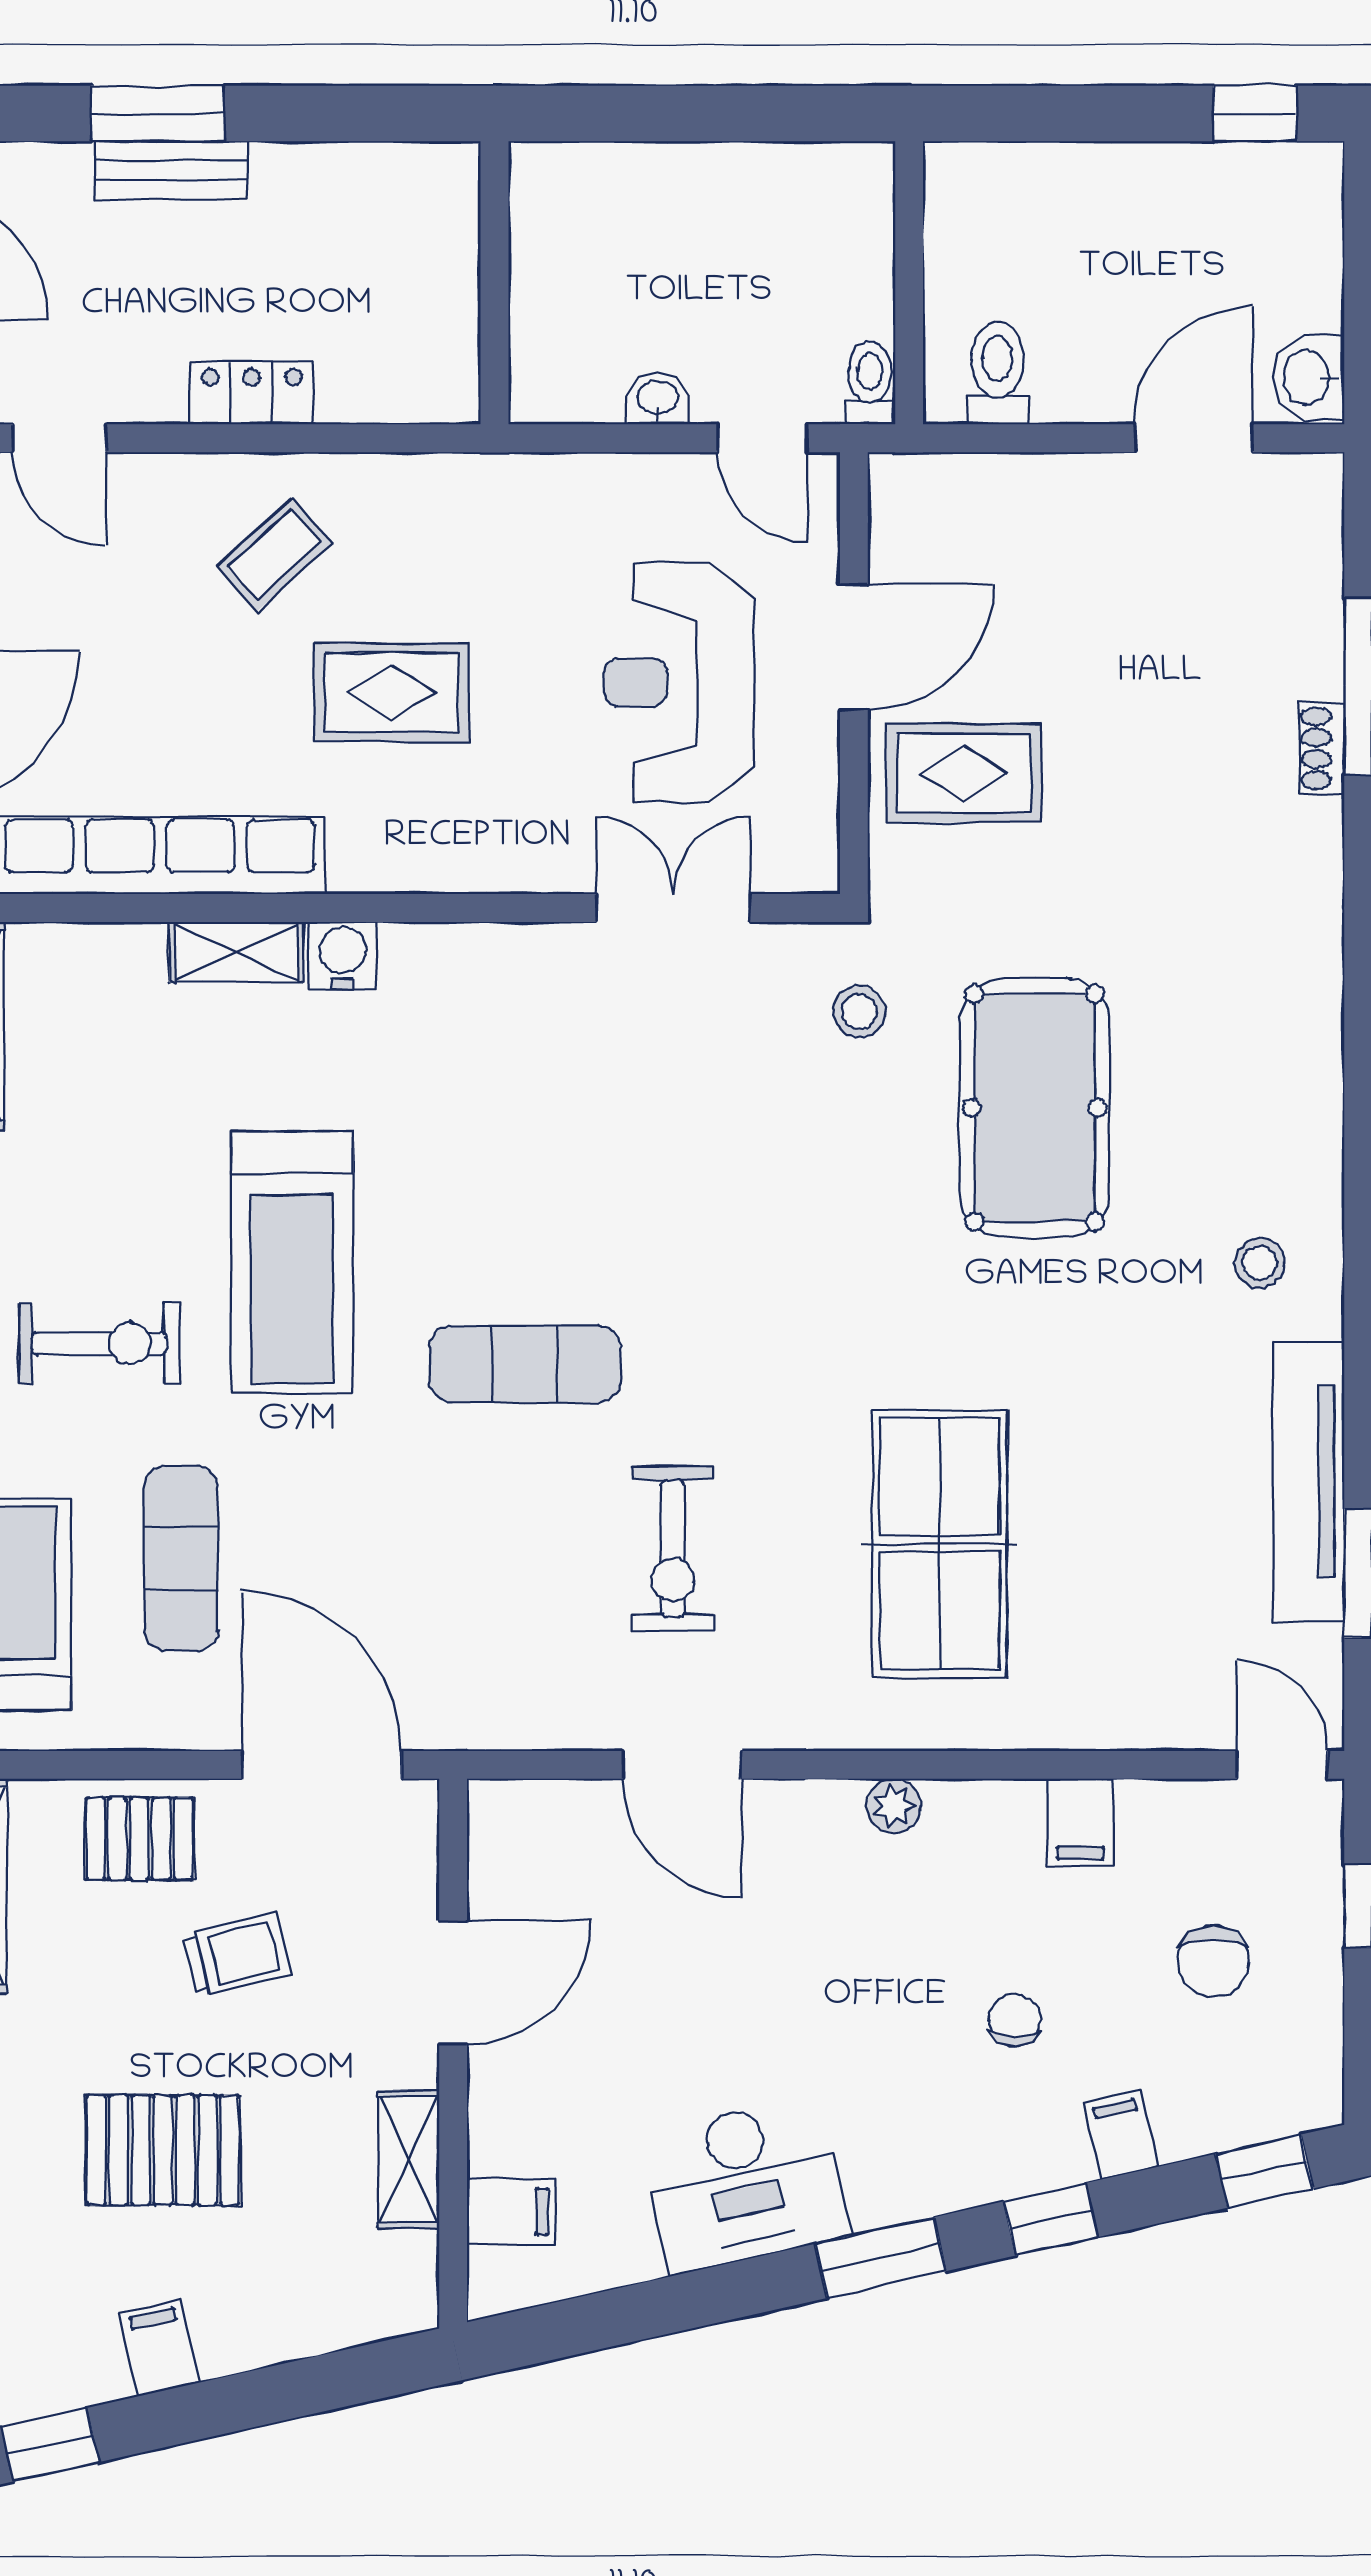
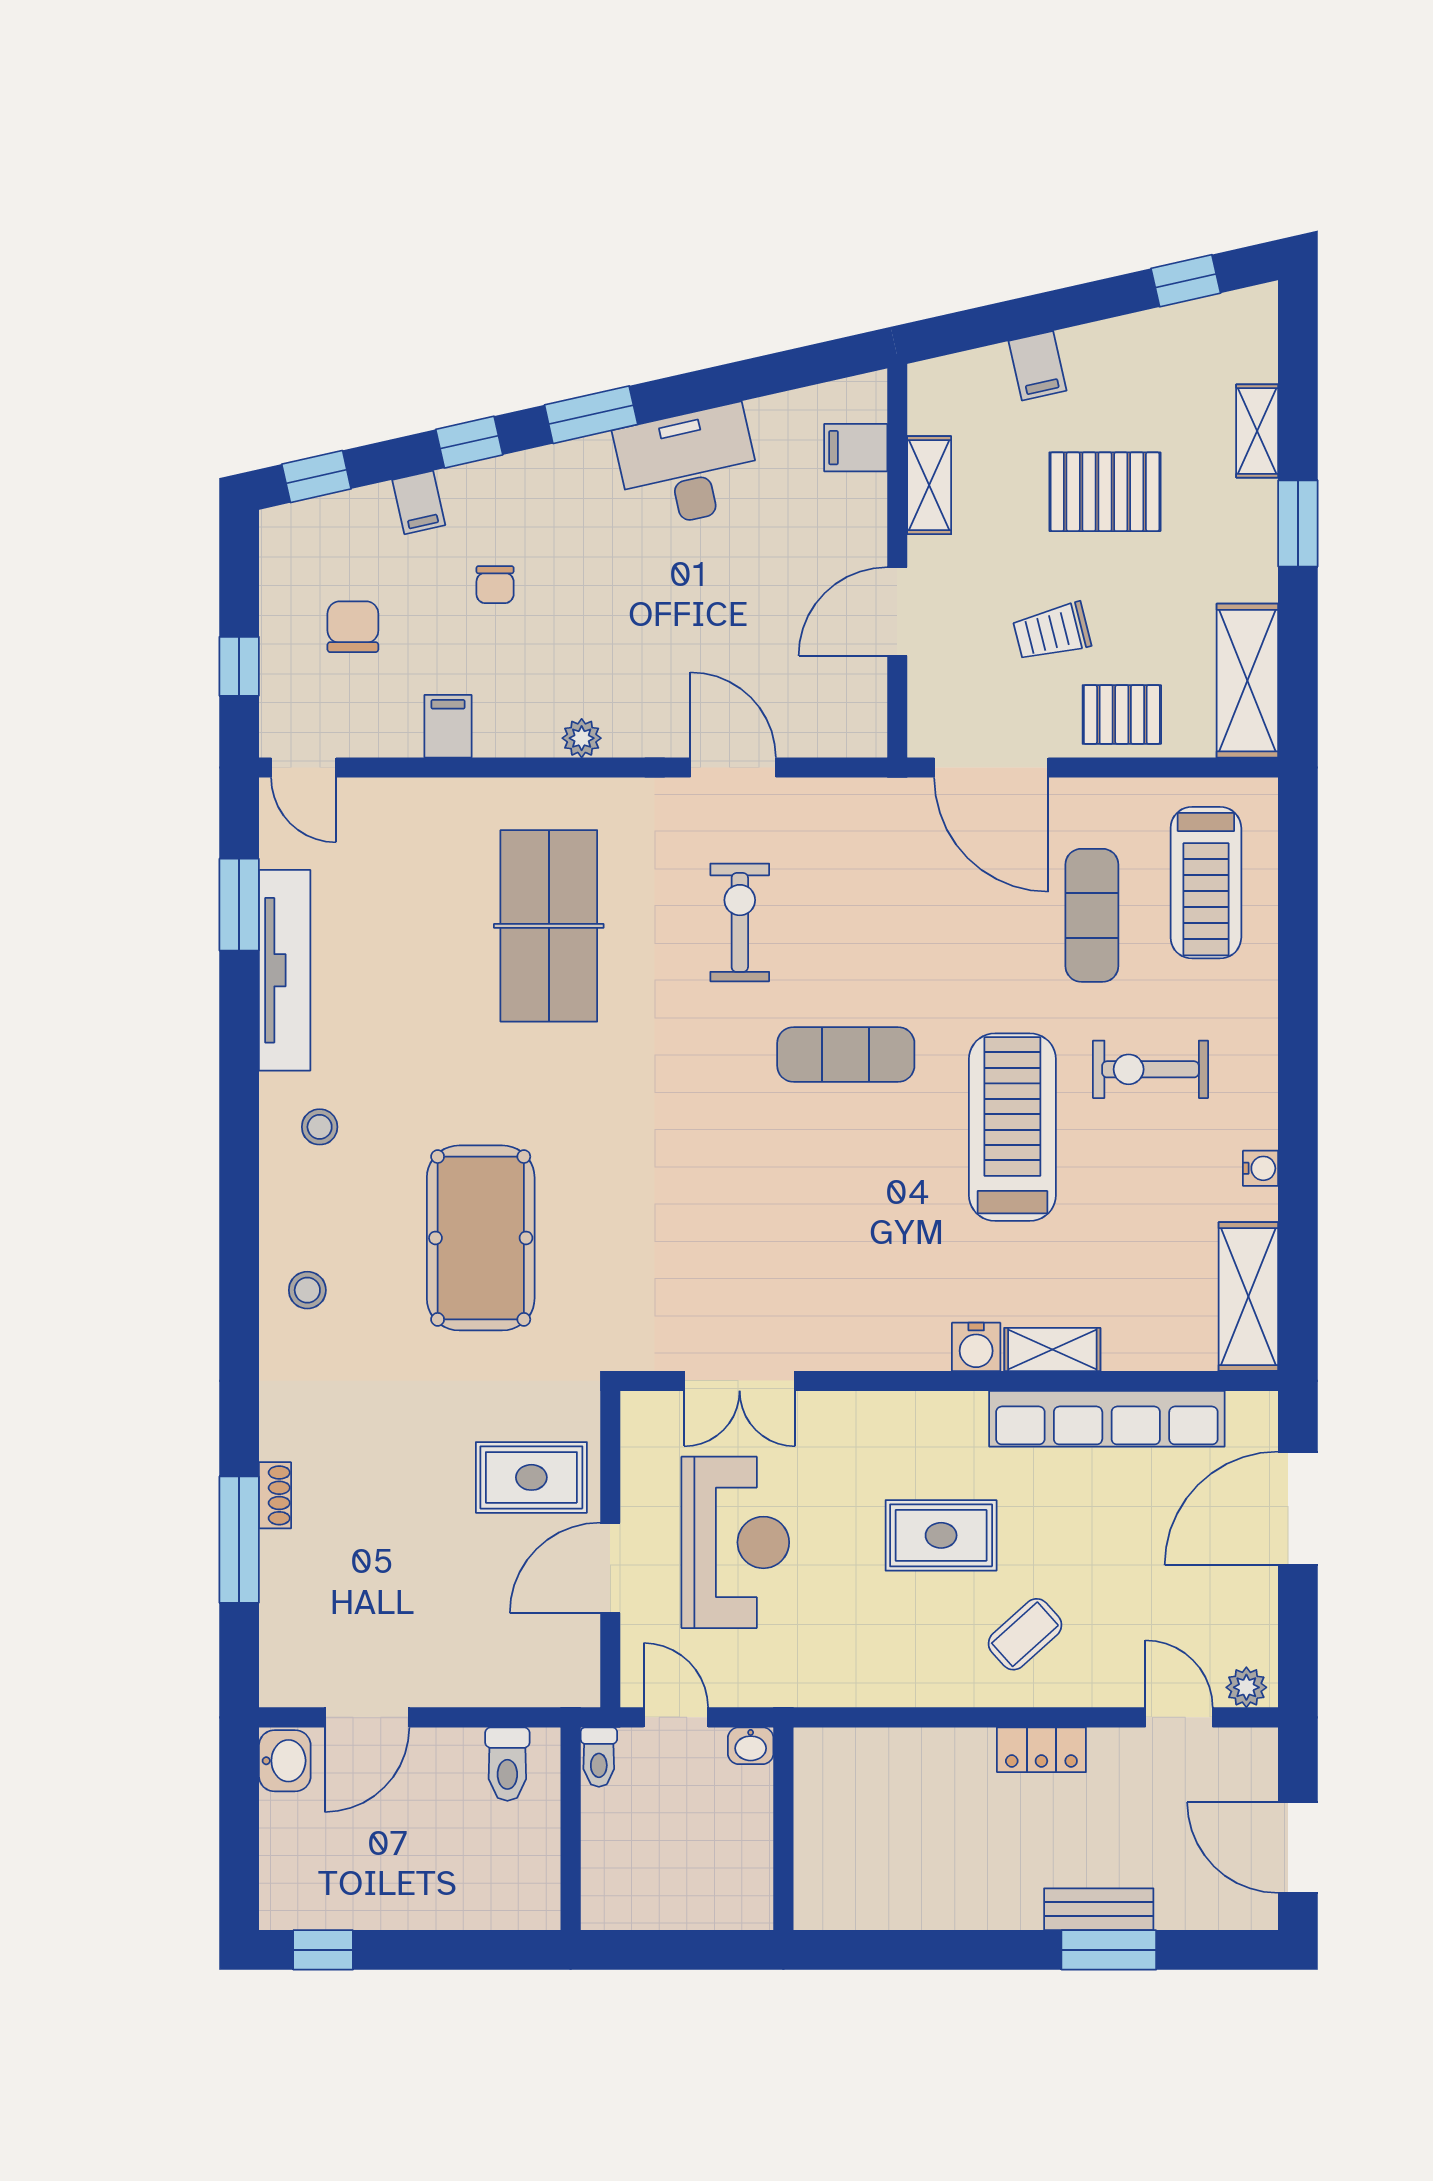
wall: (495, 283) -> (783, 1829), moved
stool: (859, 1012) -> (307, 1290), moved
filing cabinet: (159, 2348) -> (1038, 366), moved

